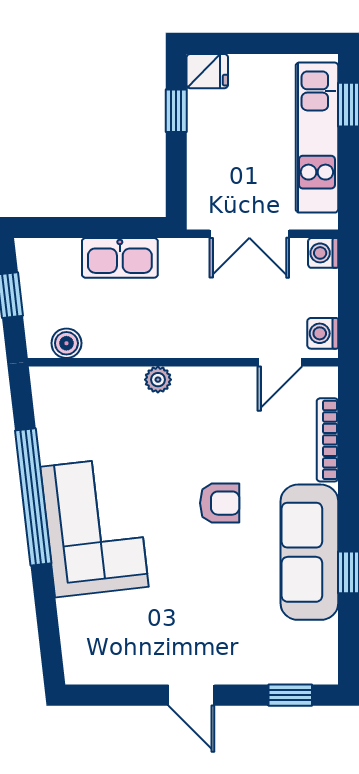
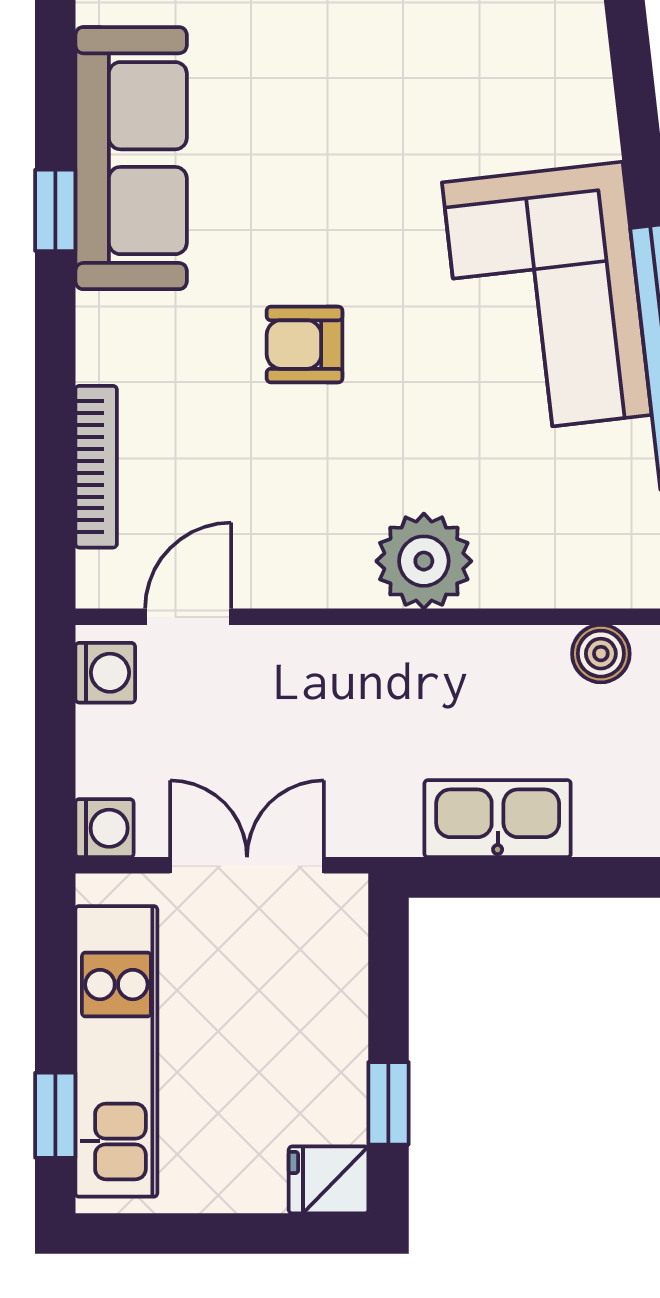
plant: (158, 380) -> (424, 561), width x1.88, depth x1.88
sofa: (309, 552) -> (131, 158), moved

